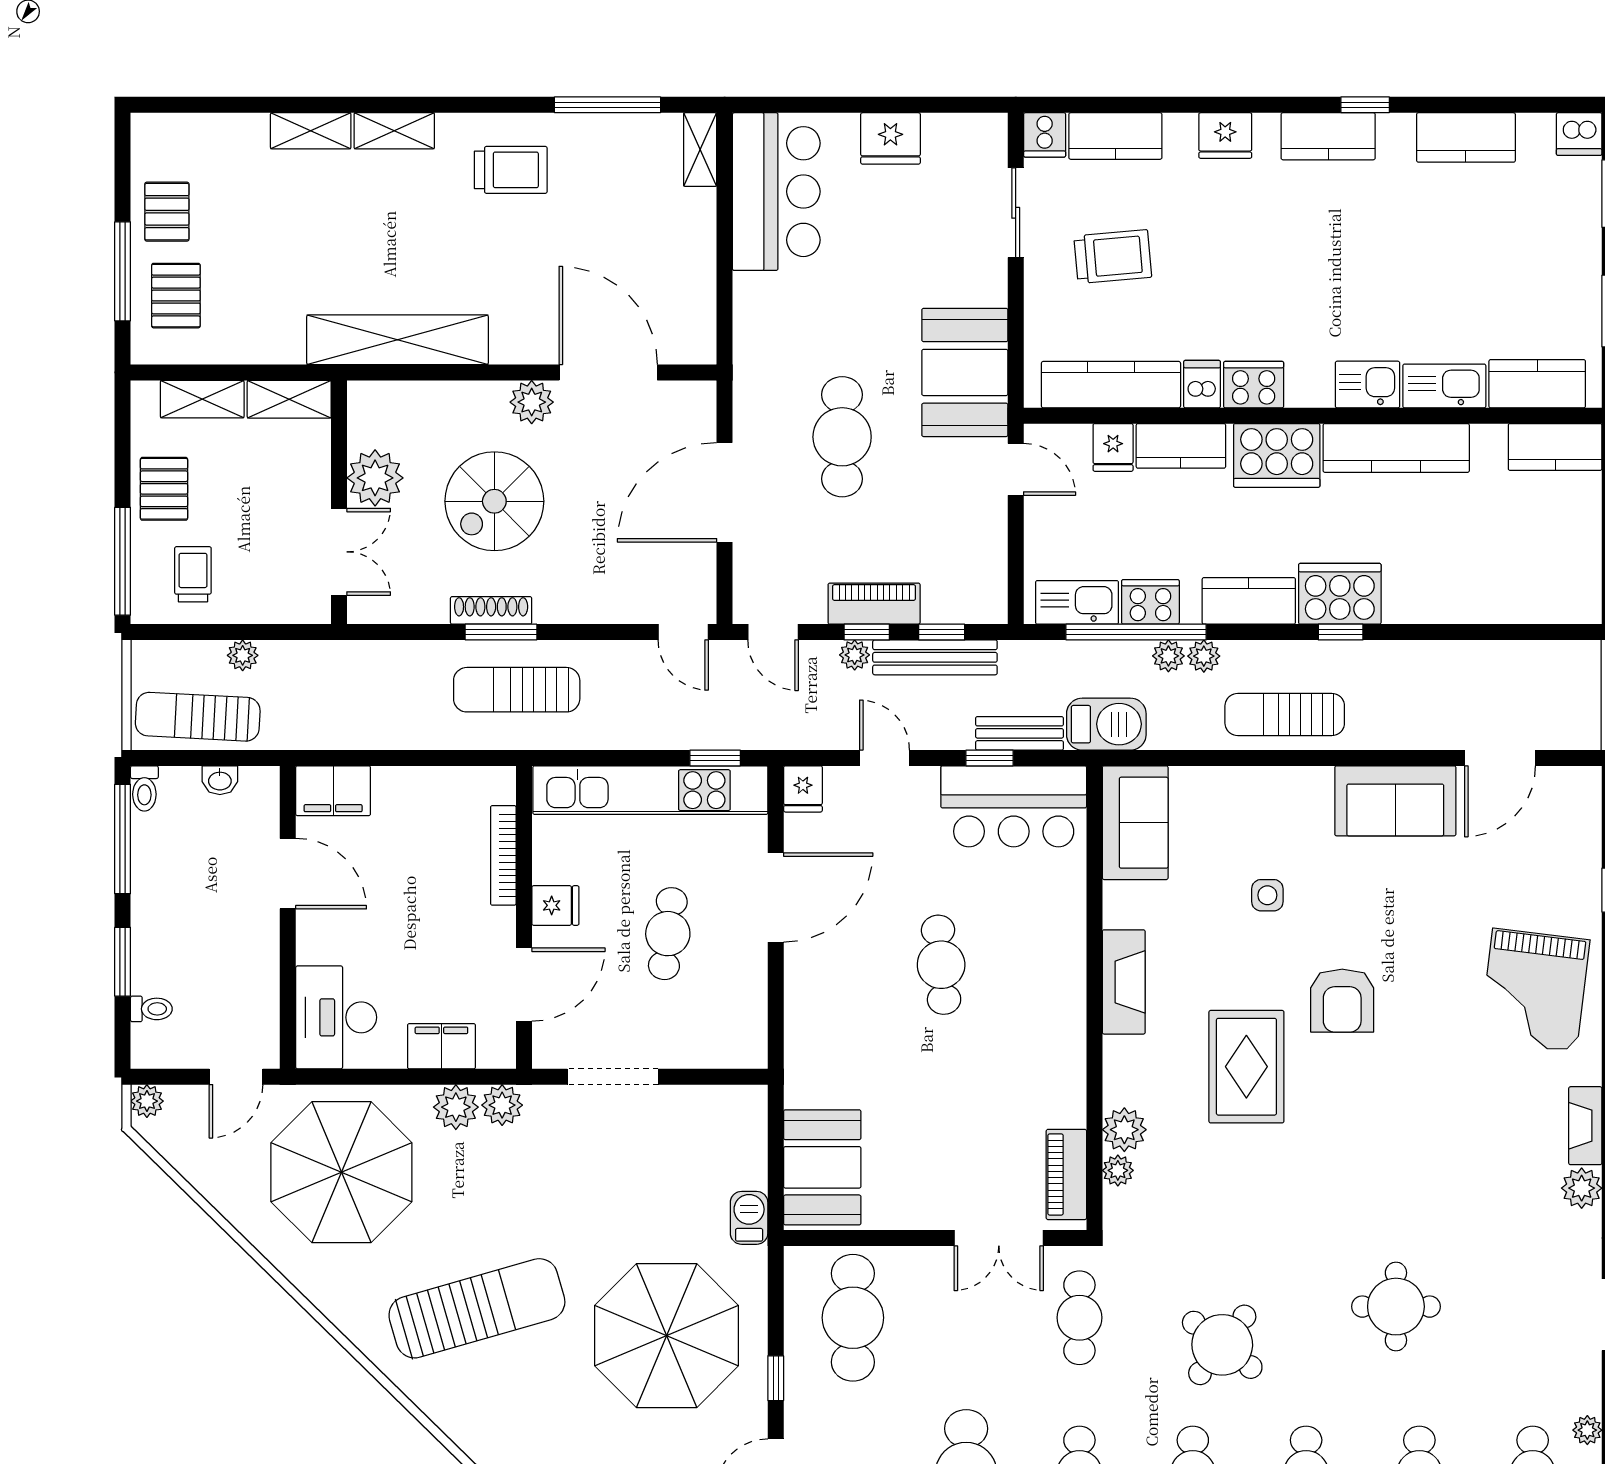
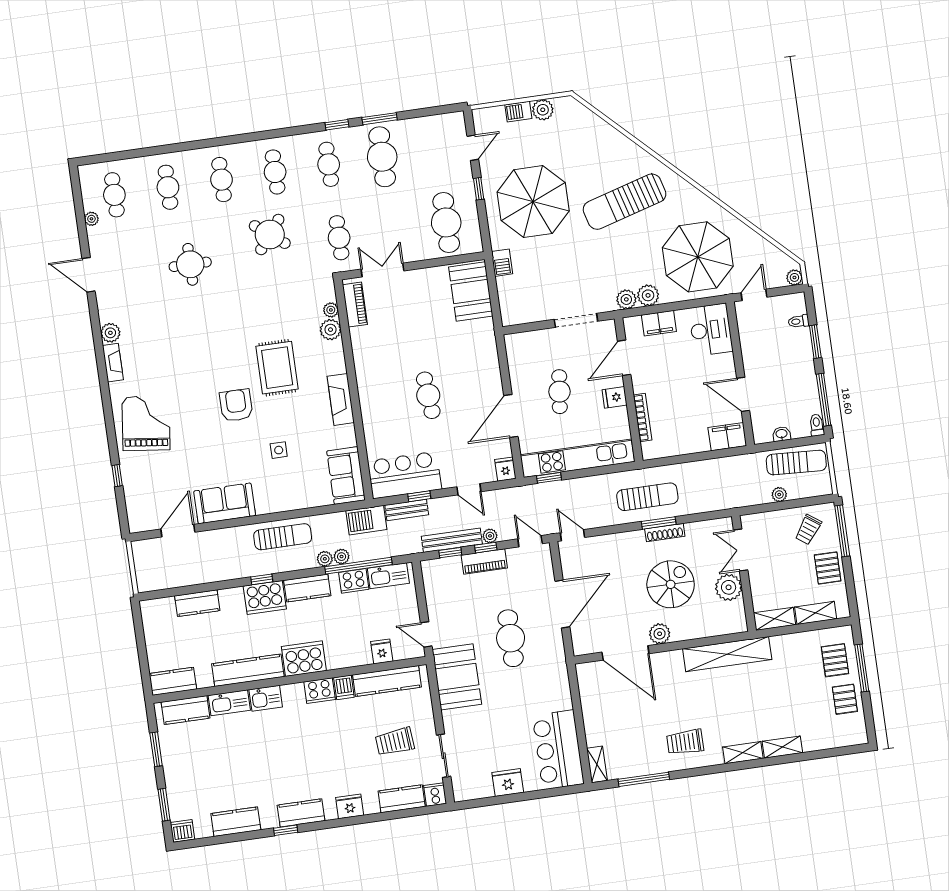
kitchen counter: (1181, 446) -> (197, 603), moved, turned 180
trolley: (193, 574) -> (808, 530), turned 36

